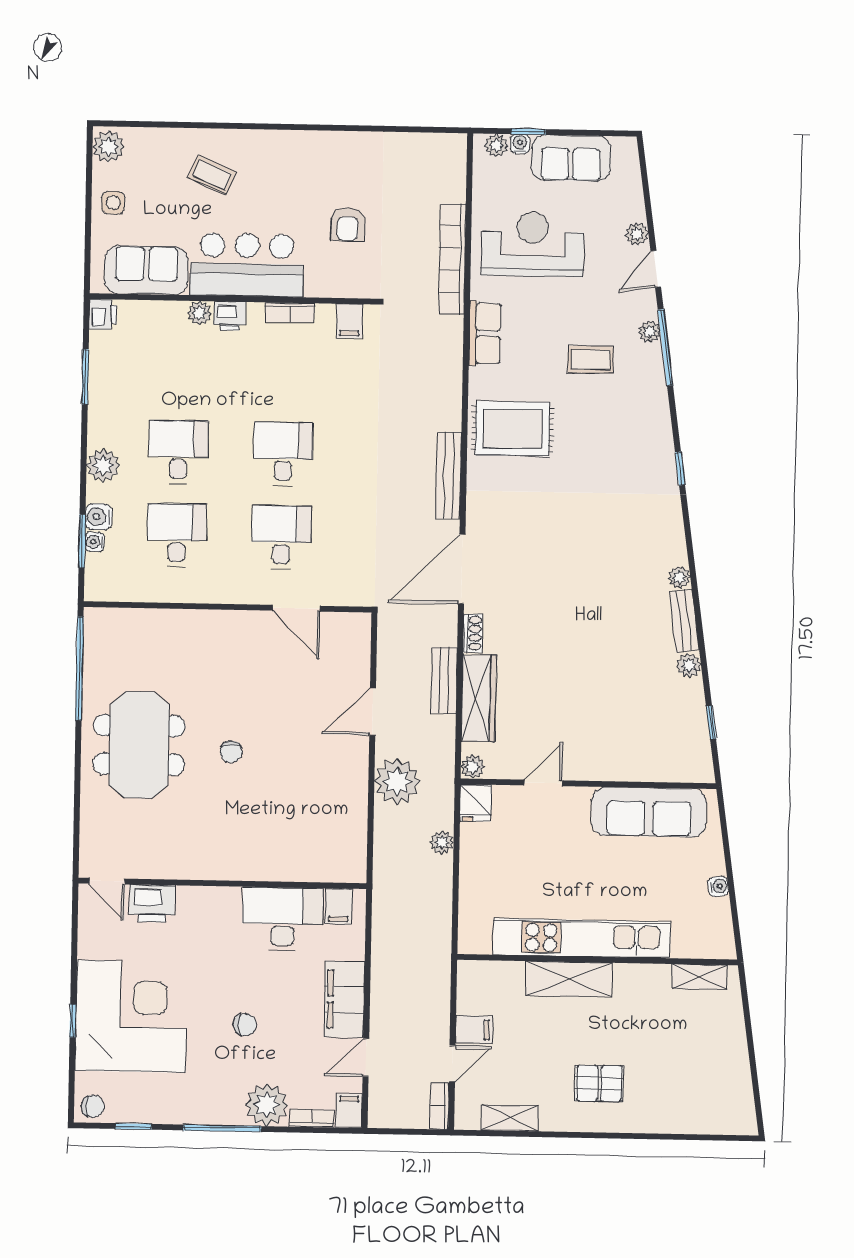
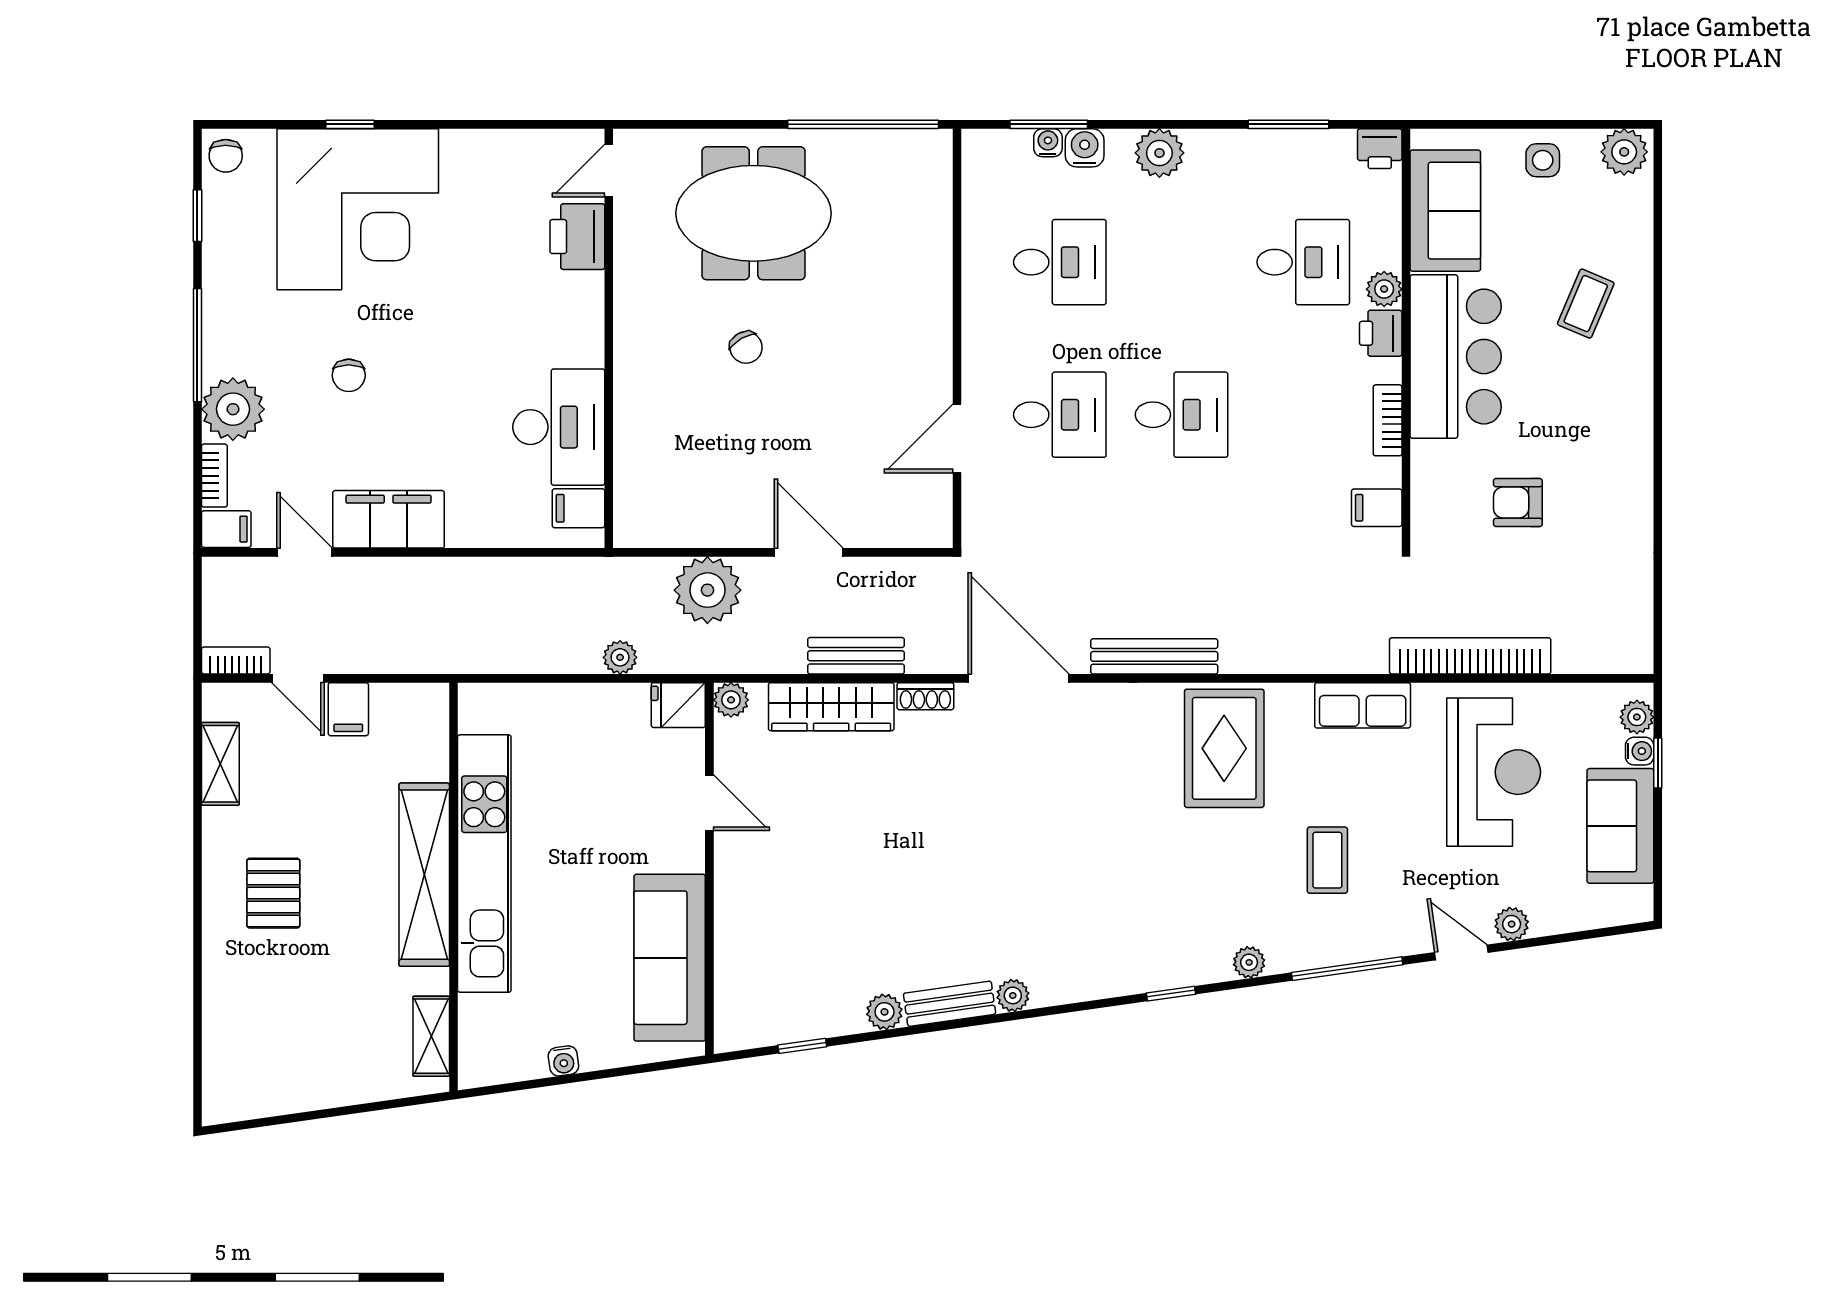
plant: (650, 332) -> (1249, 962), moved
desk: (178, 452) -> (1303, 262), moved
chair: (231, 752) -> (746, 347), turned -120
door: (107, 881) -> (609, 171), moved
wall: (222, 883) -> (609, 338), moved
printer: (152, 904) -> (577, 237), moved
filing cabinet: (339, 906) -> (578, 508), moved
desk: (283, 919) -> (559, 427), moved
shelving: (569, 979) -> (424, 875), width x1.47

